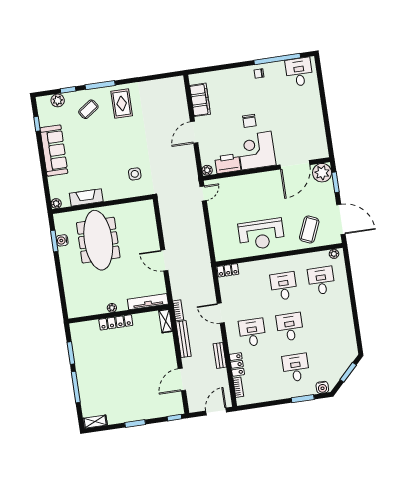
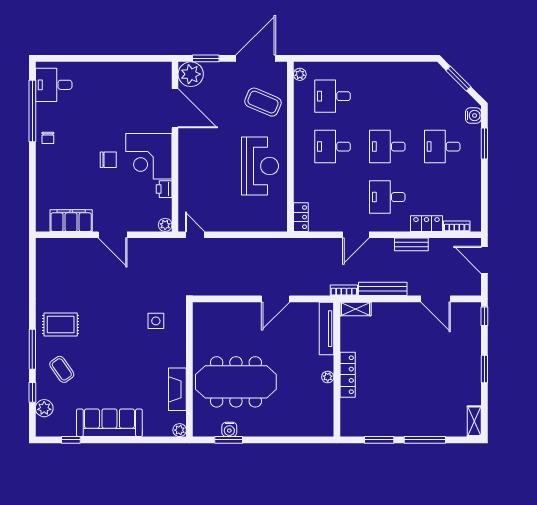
printer: (228, 164) -> (164, 189), width x0.53, depth x0.68

